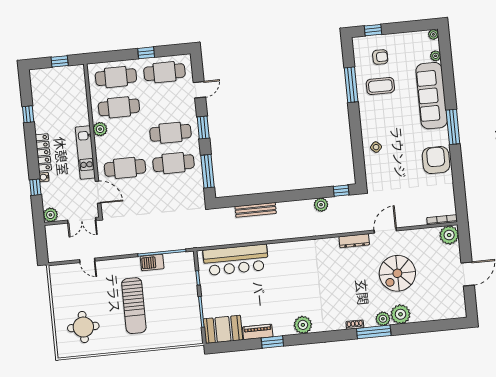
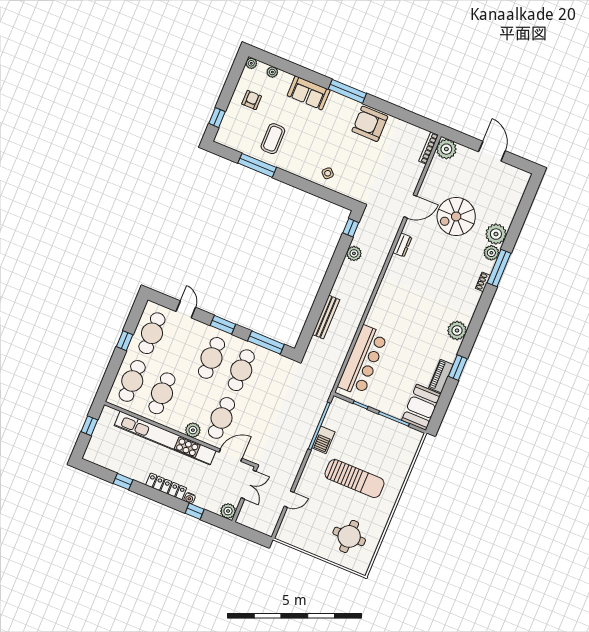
armchair: (380, 57) -> (252, 100), moved
sofa: (432, 96) -> (309, 93), width x0.54, depth x0.79
plant: (100, 129) -> (193, 430), moved
kitchen unit: (85, 152) -> (165, 438), width x1.86
door: (385, 231) -> (410, 206), swing flipped
dresser: (354, 241) -> (402, 245), width x0.70
spiral stairs: (397, 273) -> (456, 216), turned 90

